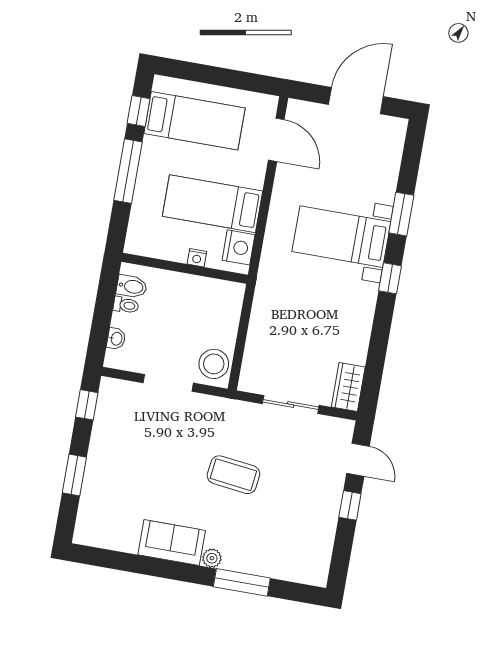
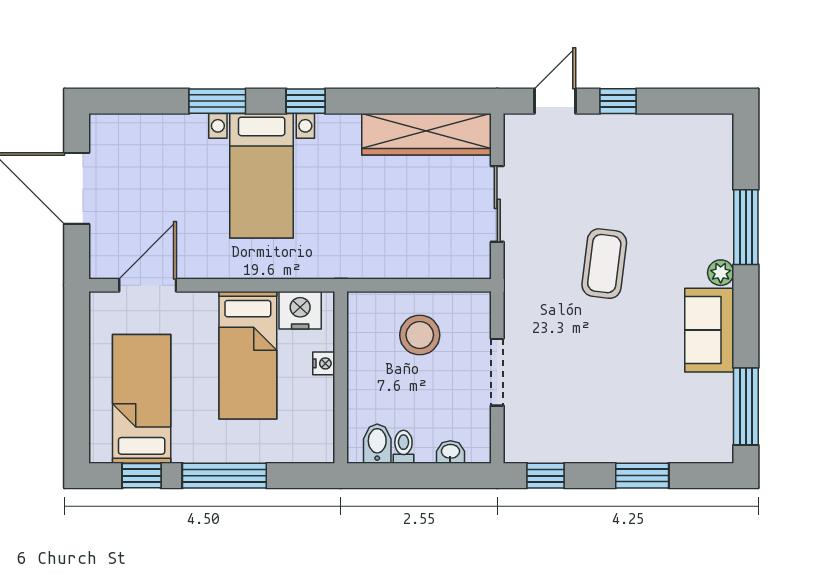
stool: (214, 364) -> (420, 335), moved
wardrobe: (348, 387) -> (427, 134), width x2.10, depth x1.17
window: (111, 559) -> (746, 406), added

